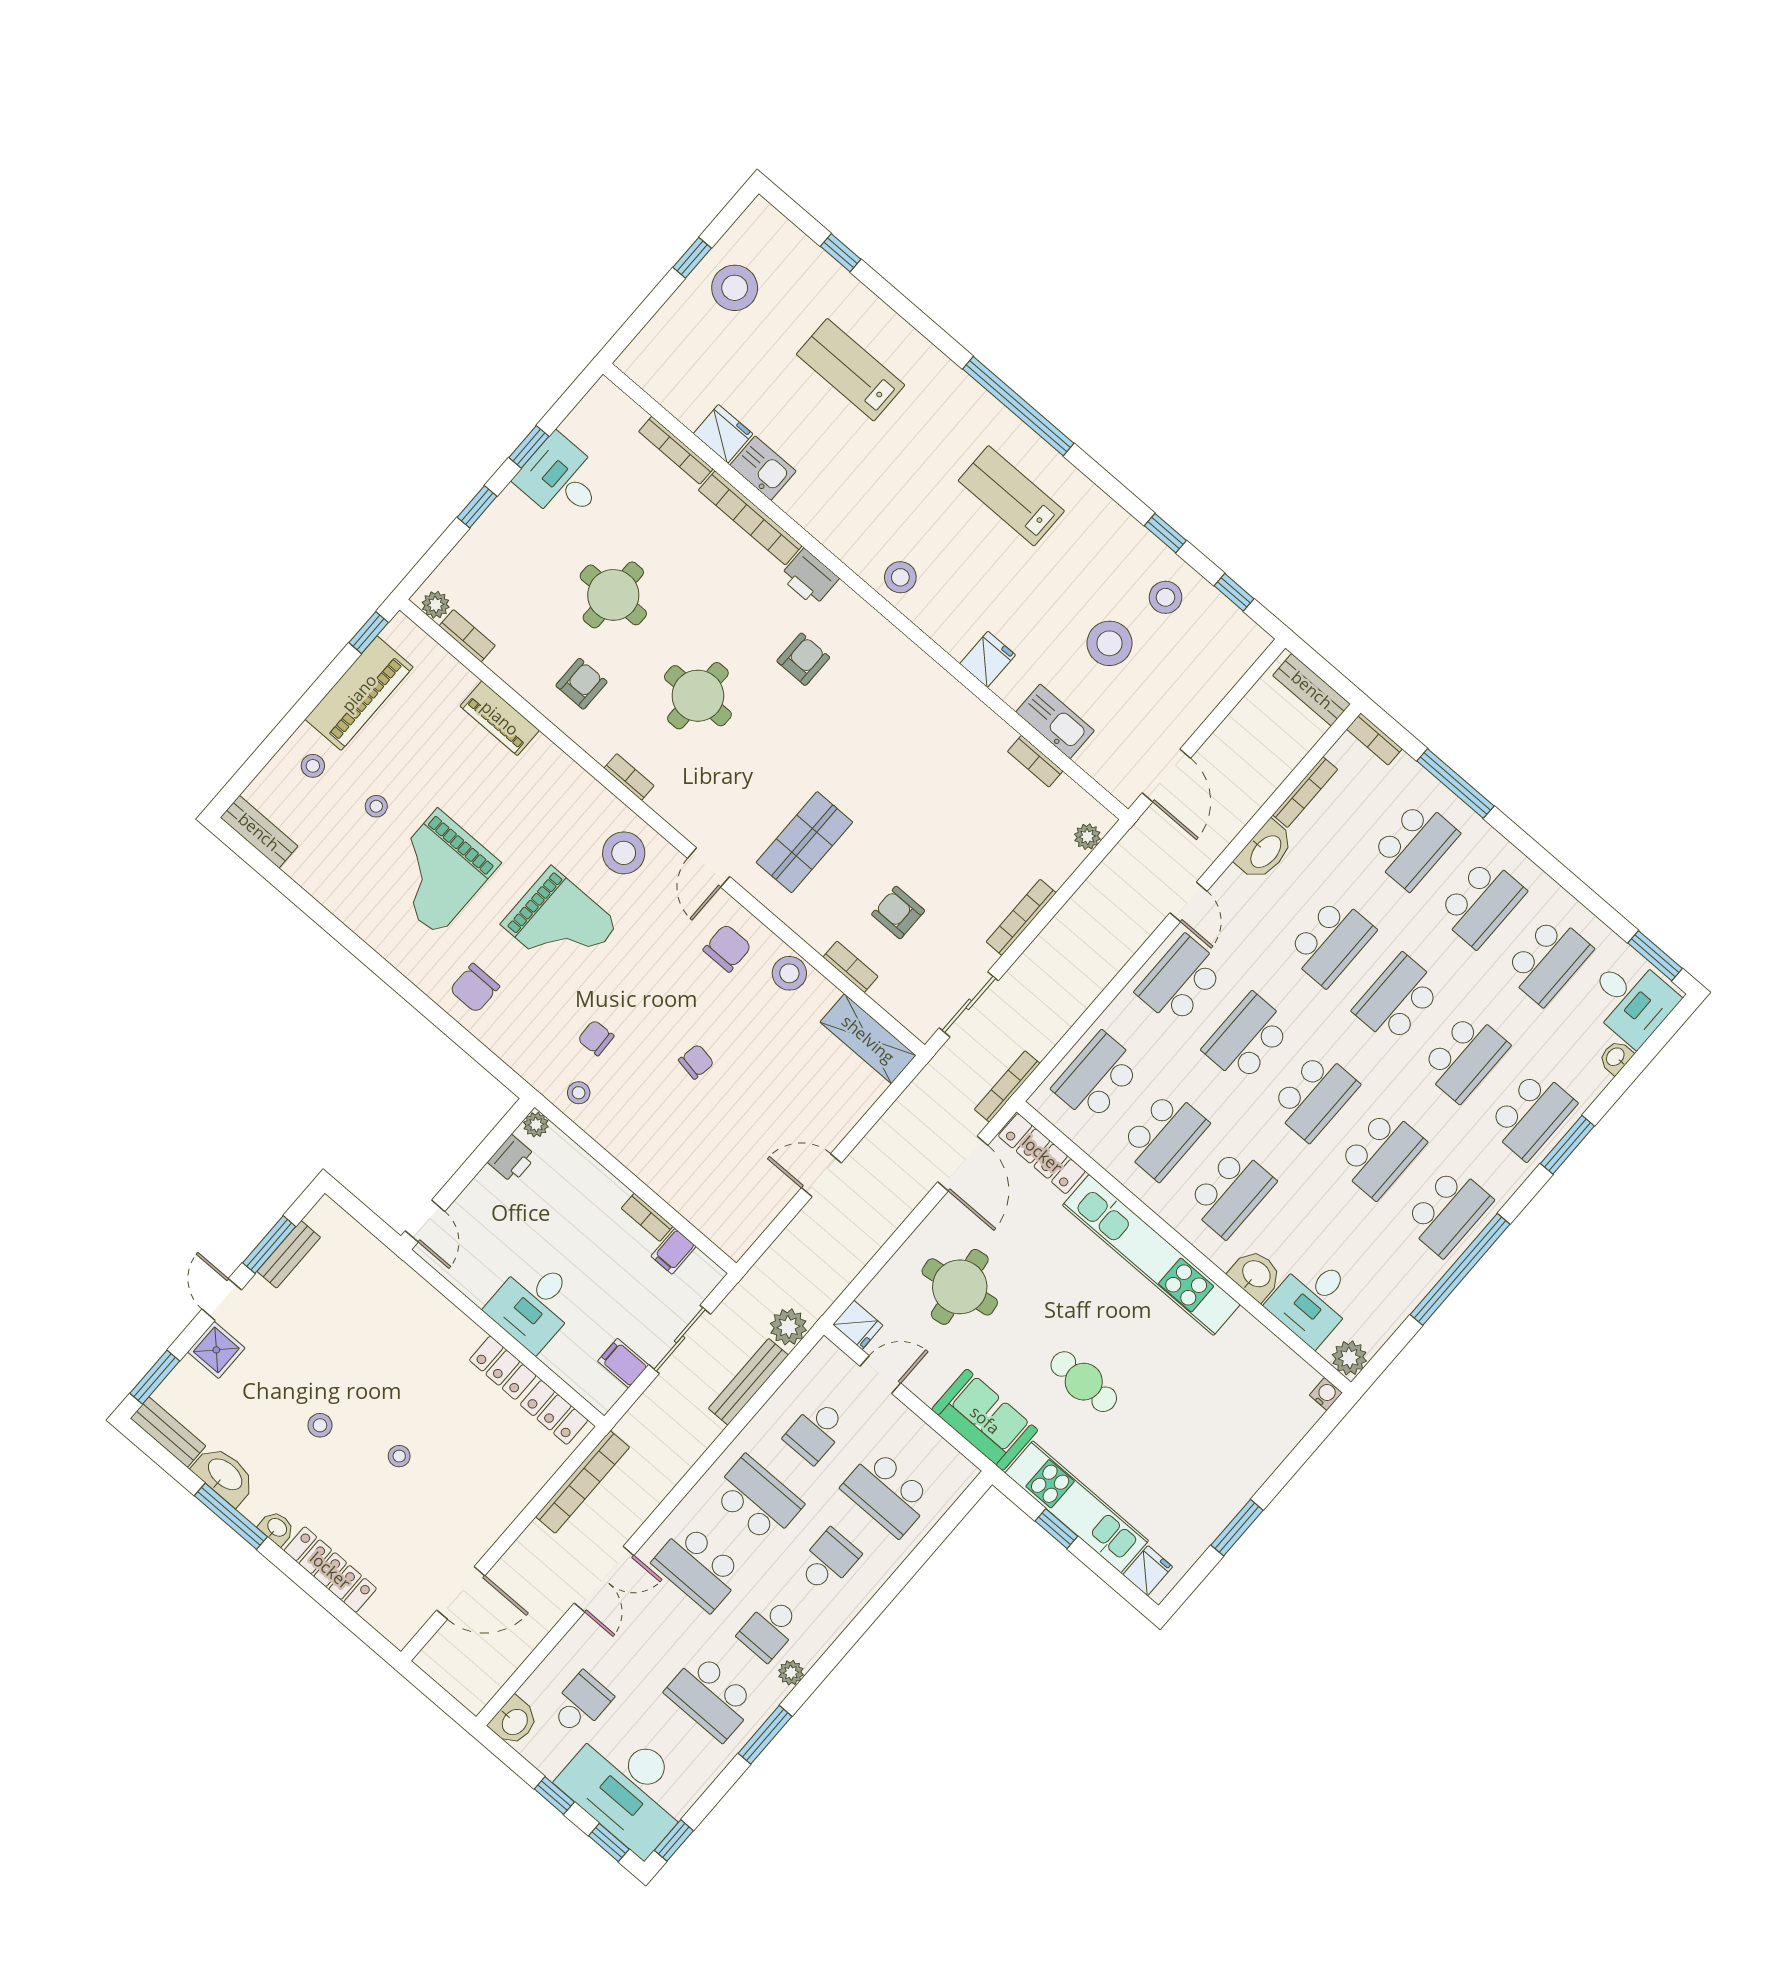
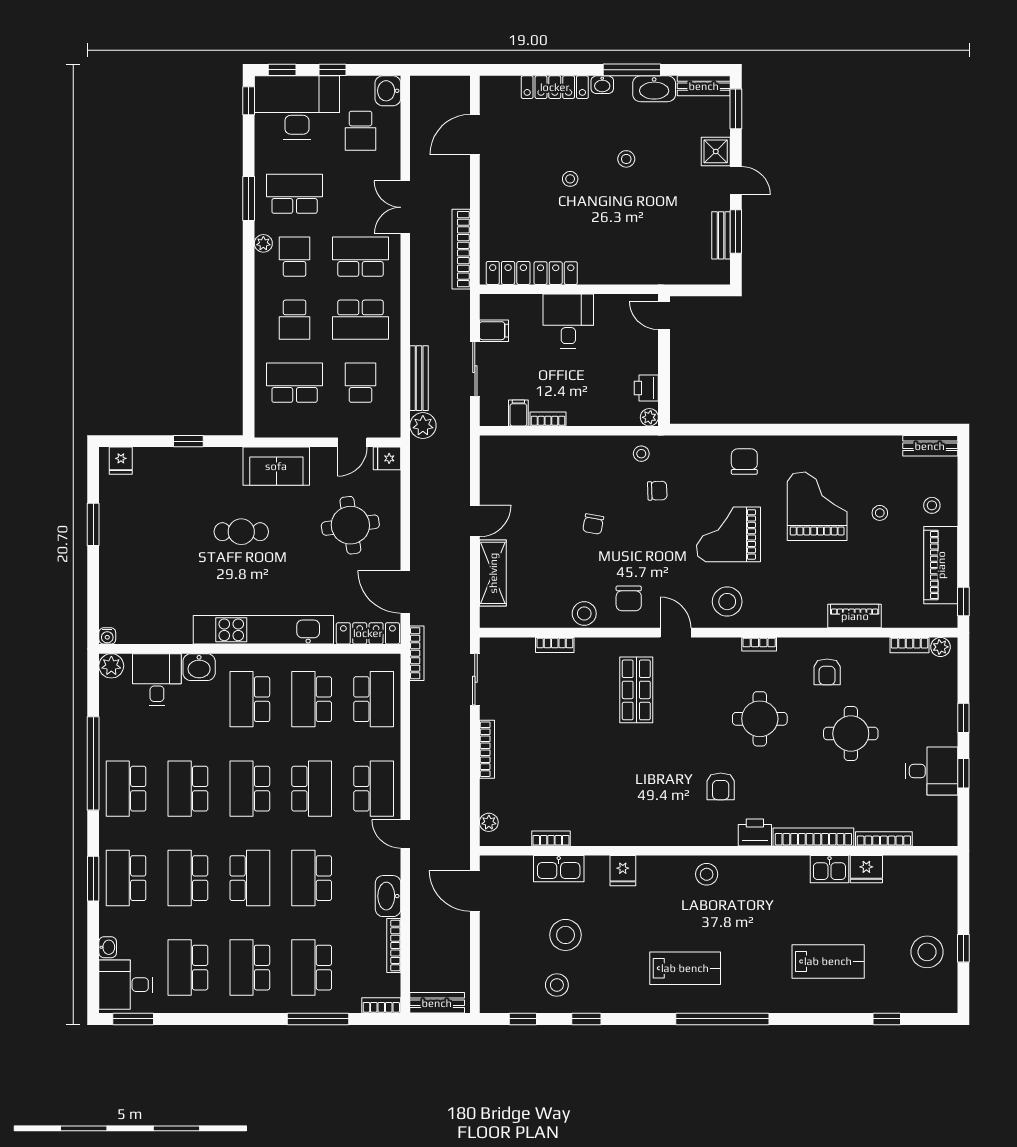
armchair: (898, 912) -> (554, 695), removed
shelving: (868, 1039) -> (493, 573), moved, turned 90
kitchen unit: (1077, 1507) -> (188, 462), removed

